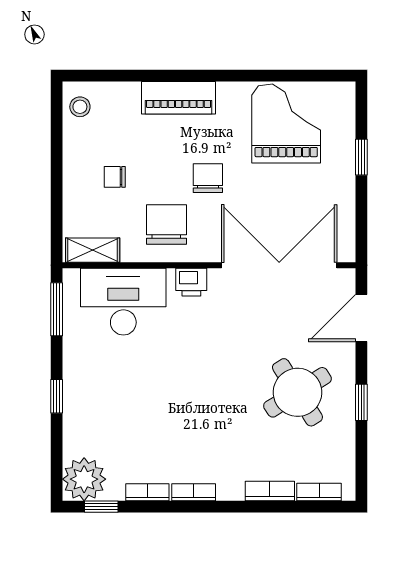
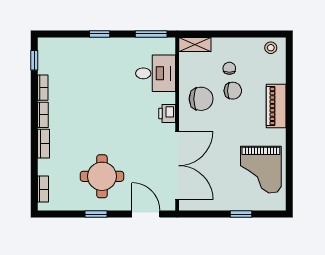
grand piano: (286, 124) -> (261, 170), turned 90
chair: (208, 178) -> (233, 91), moved
shelving: (93, 250) -> (195, 45), moved, turned 90
desk: (123, 302) -> (156, 73), width x0.73
round table: (297, 392) -> (102, 176), turned 32
plant: (84, 479) -> (51, 50), removed
bookcase: (270, 491) -> (44, 144), moved

